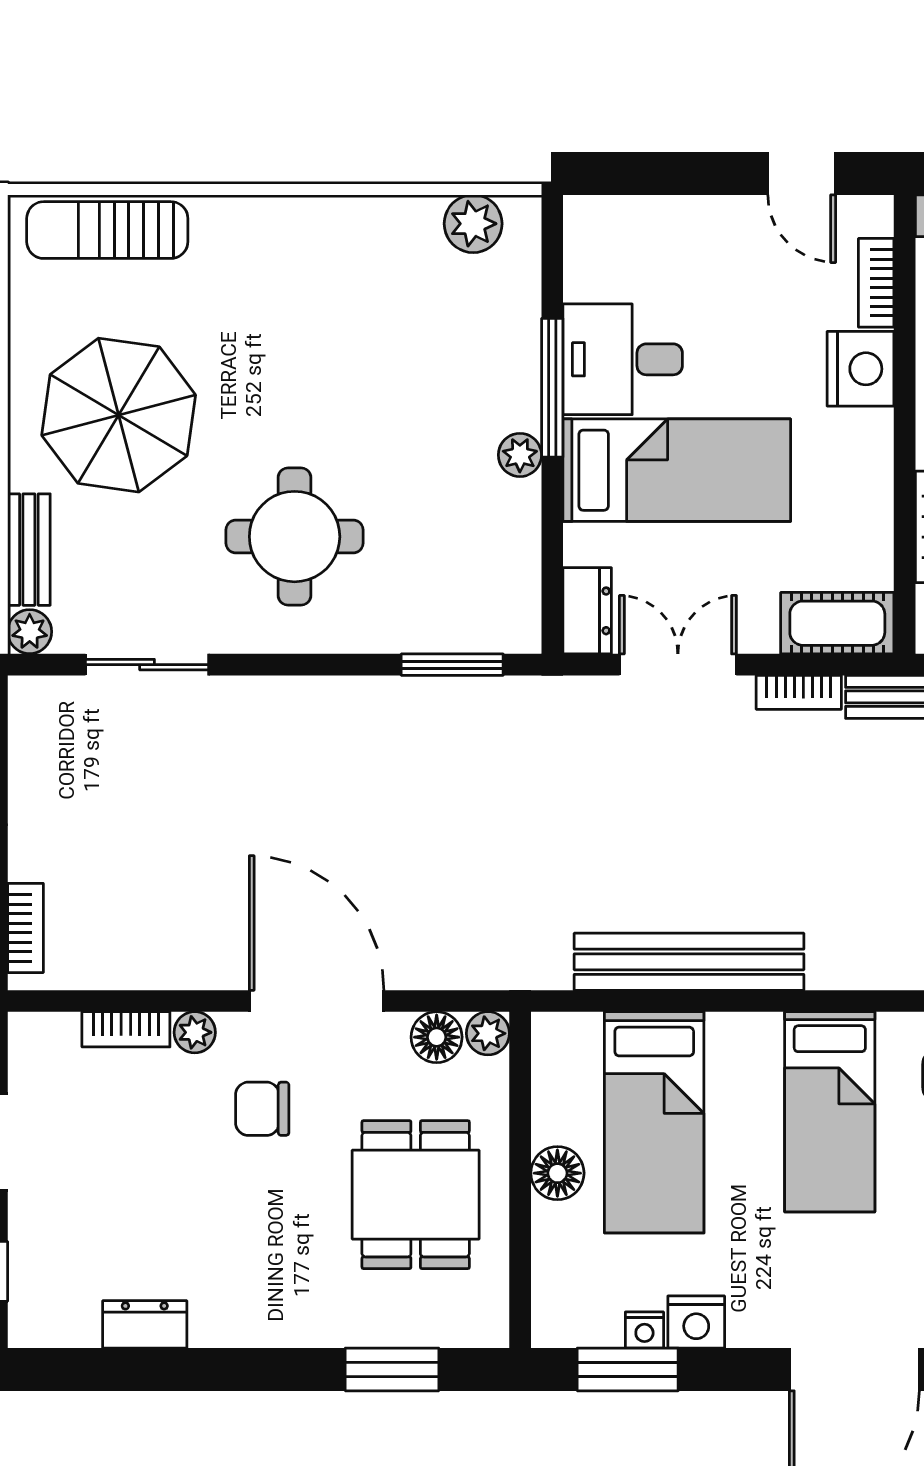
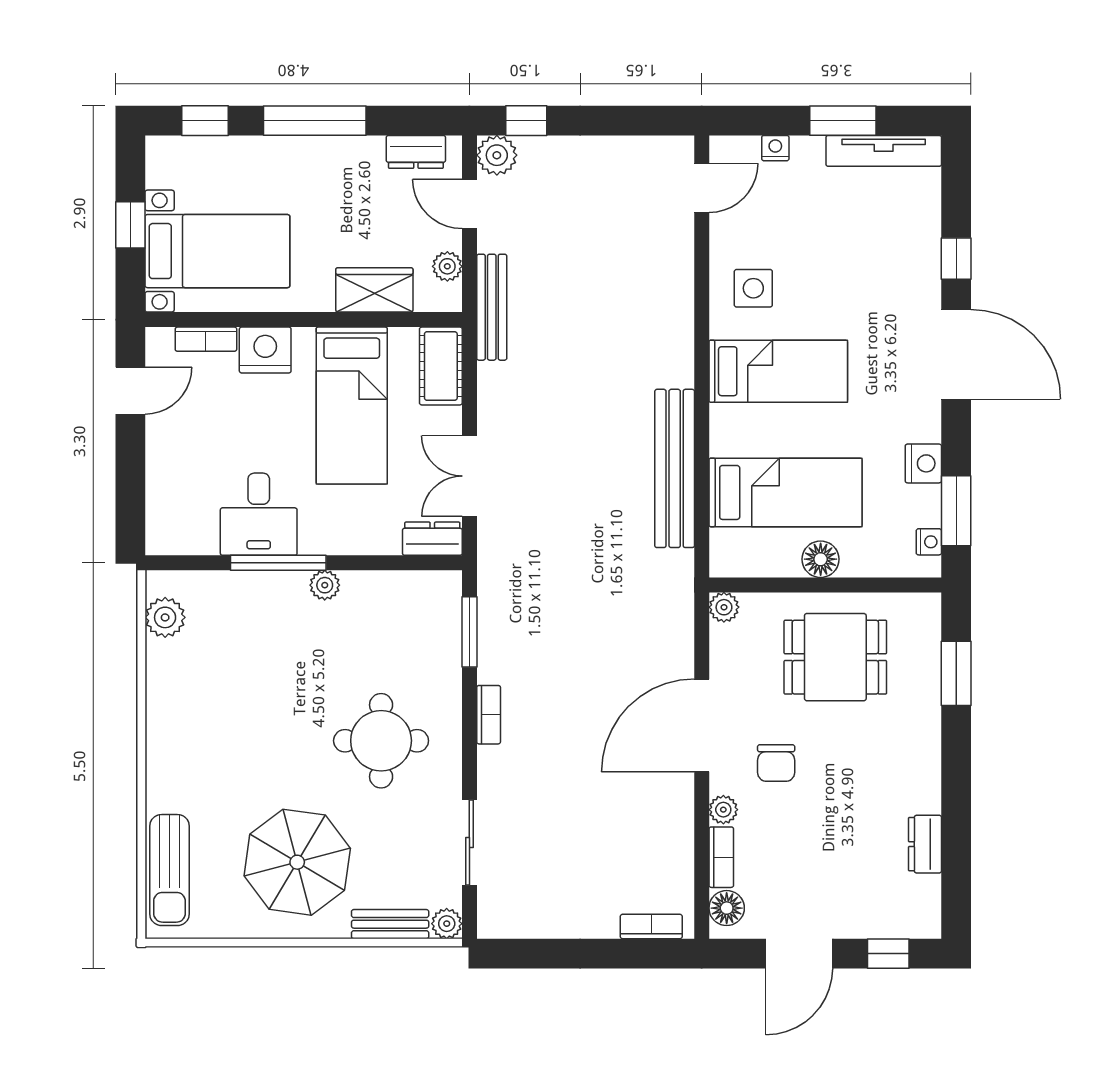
bed: (677, 470) -> (352, 406), moved, turned 180
bookcase: (799, 692) -> (489, 715), moved
floor lamp: (437, 1037) -> (727, 908), moved
nightstand: (644, 1330) -> (929, 542), moved

